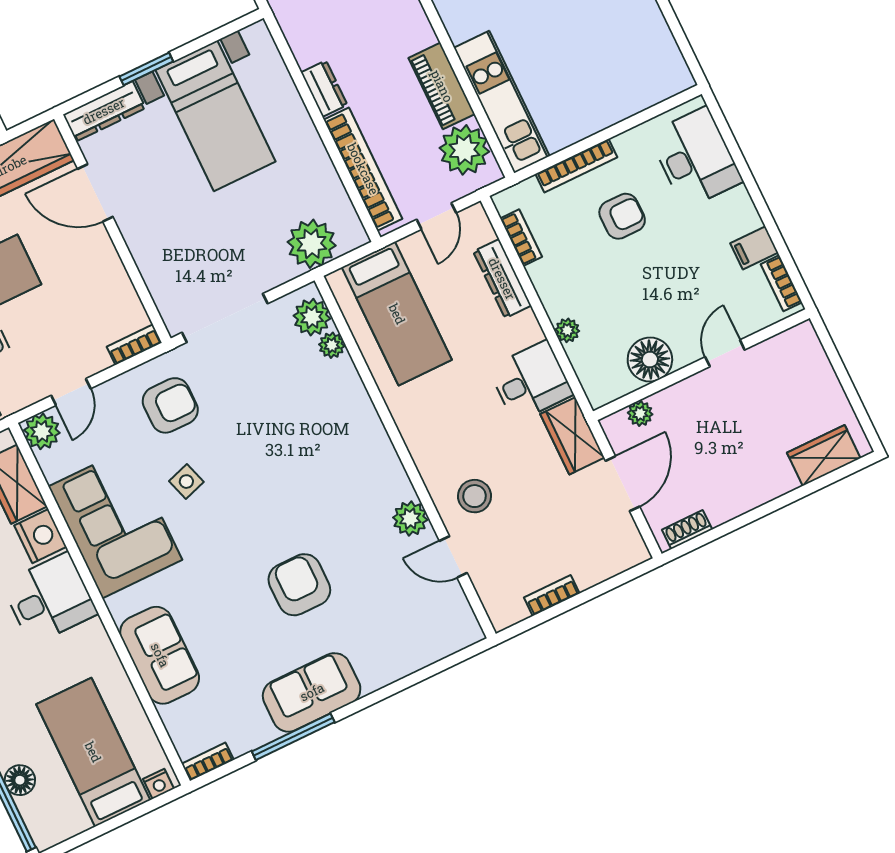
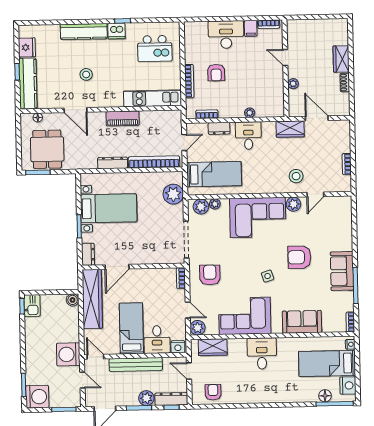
kitchen island: (614, 57) -> (155, 49), added
piano: (442, 86) -> (123, 118), moved
dresser: (324, 89) -> (113, 163), width x1.44
dresser: (104, 111) -> (88, 254), width x0.70
plant: (464, 150) -> (164, 121), removed
desk: (696, 158) -> (226, 35), moved
door: (436, 216) -> (184, 142), hinge flipped
armchair: (622, 216) -> (216, 73), turned 180
dresser: (502, 279) -> (219, 128), width x0.70
floor lamp: (650, 360) -> (275, 87), removed
desk: (531, 381) -> (248, 136), moved
plant: (640, 414) -> (293, 84), moved
corner sofa: (345, 453) -> (258, 218), added
wardrobe: (824, 455) -> (341, 59), moved
side table: (186, 482) -> (268, 276), moved
shoe rack: (687, 530) -> (345, 83), moved
nightstand: (40, 536) -> (348, 385), moved, turned 90

